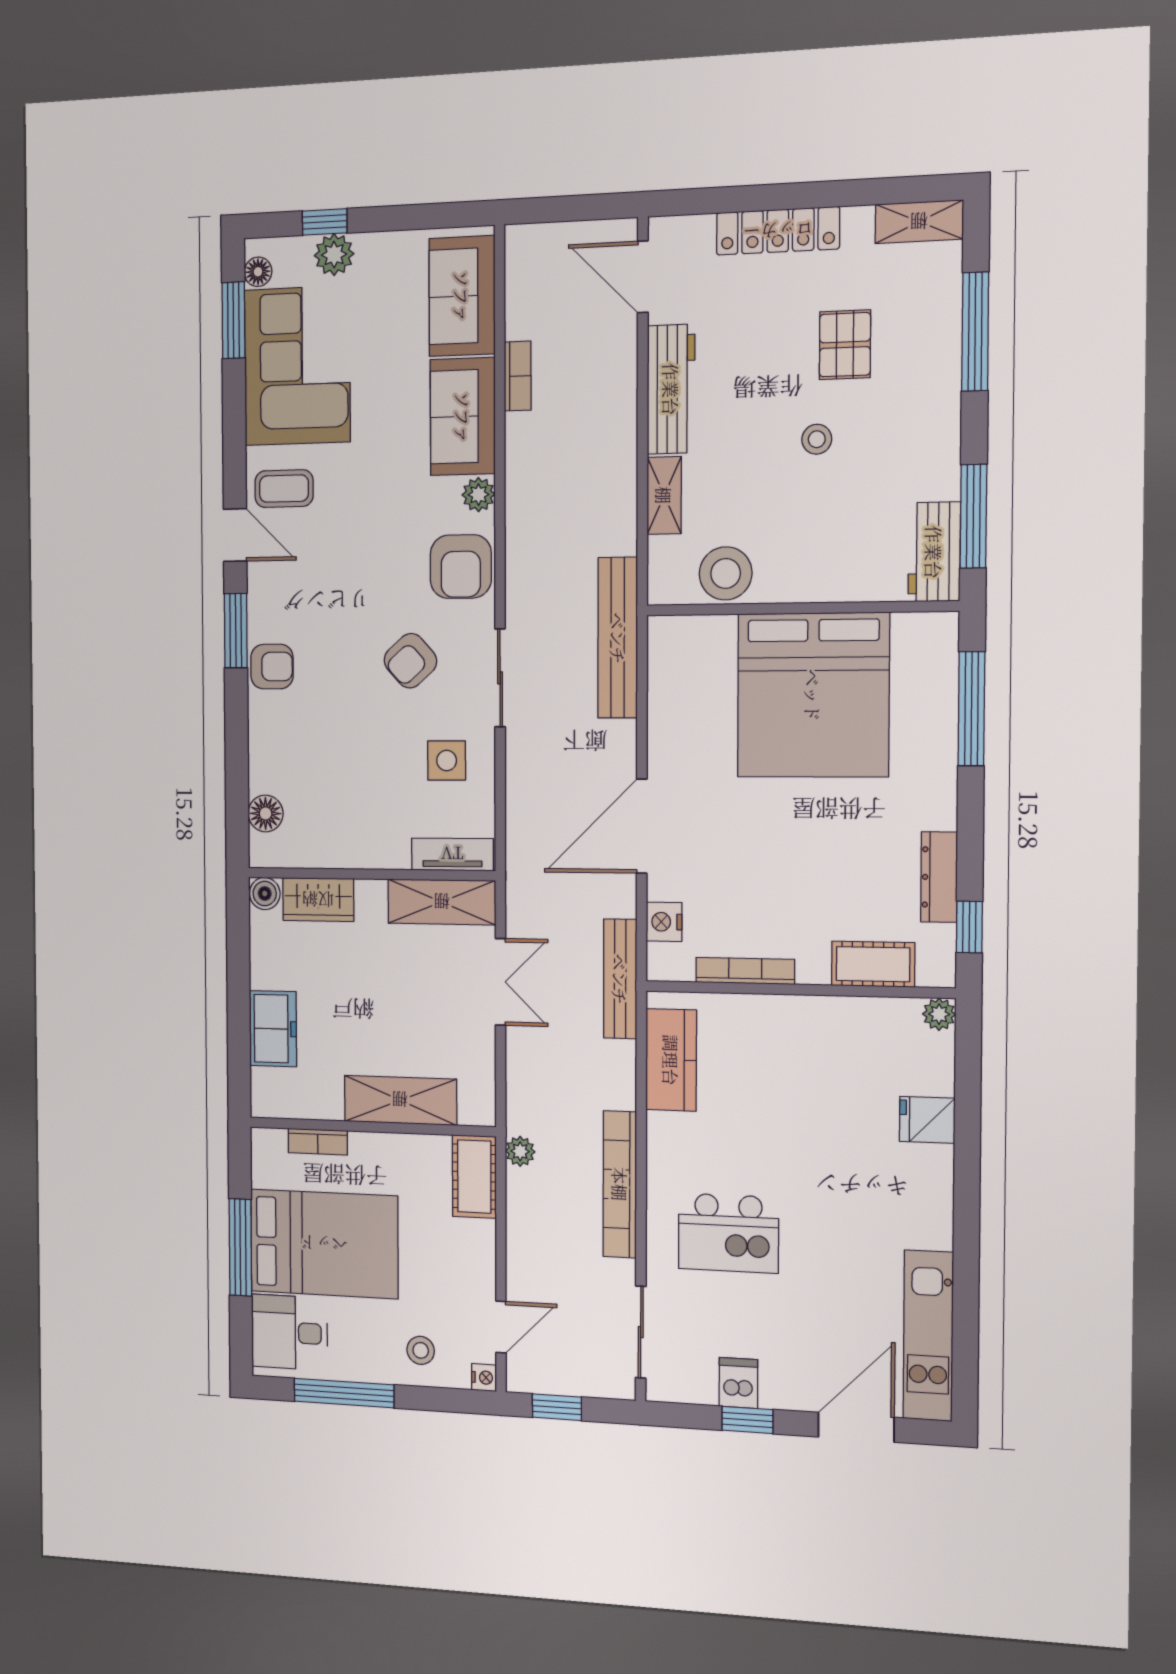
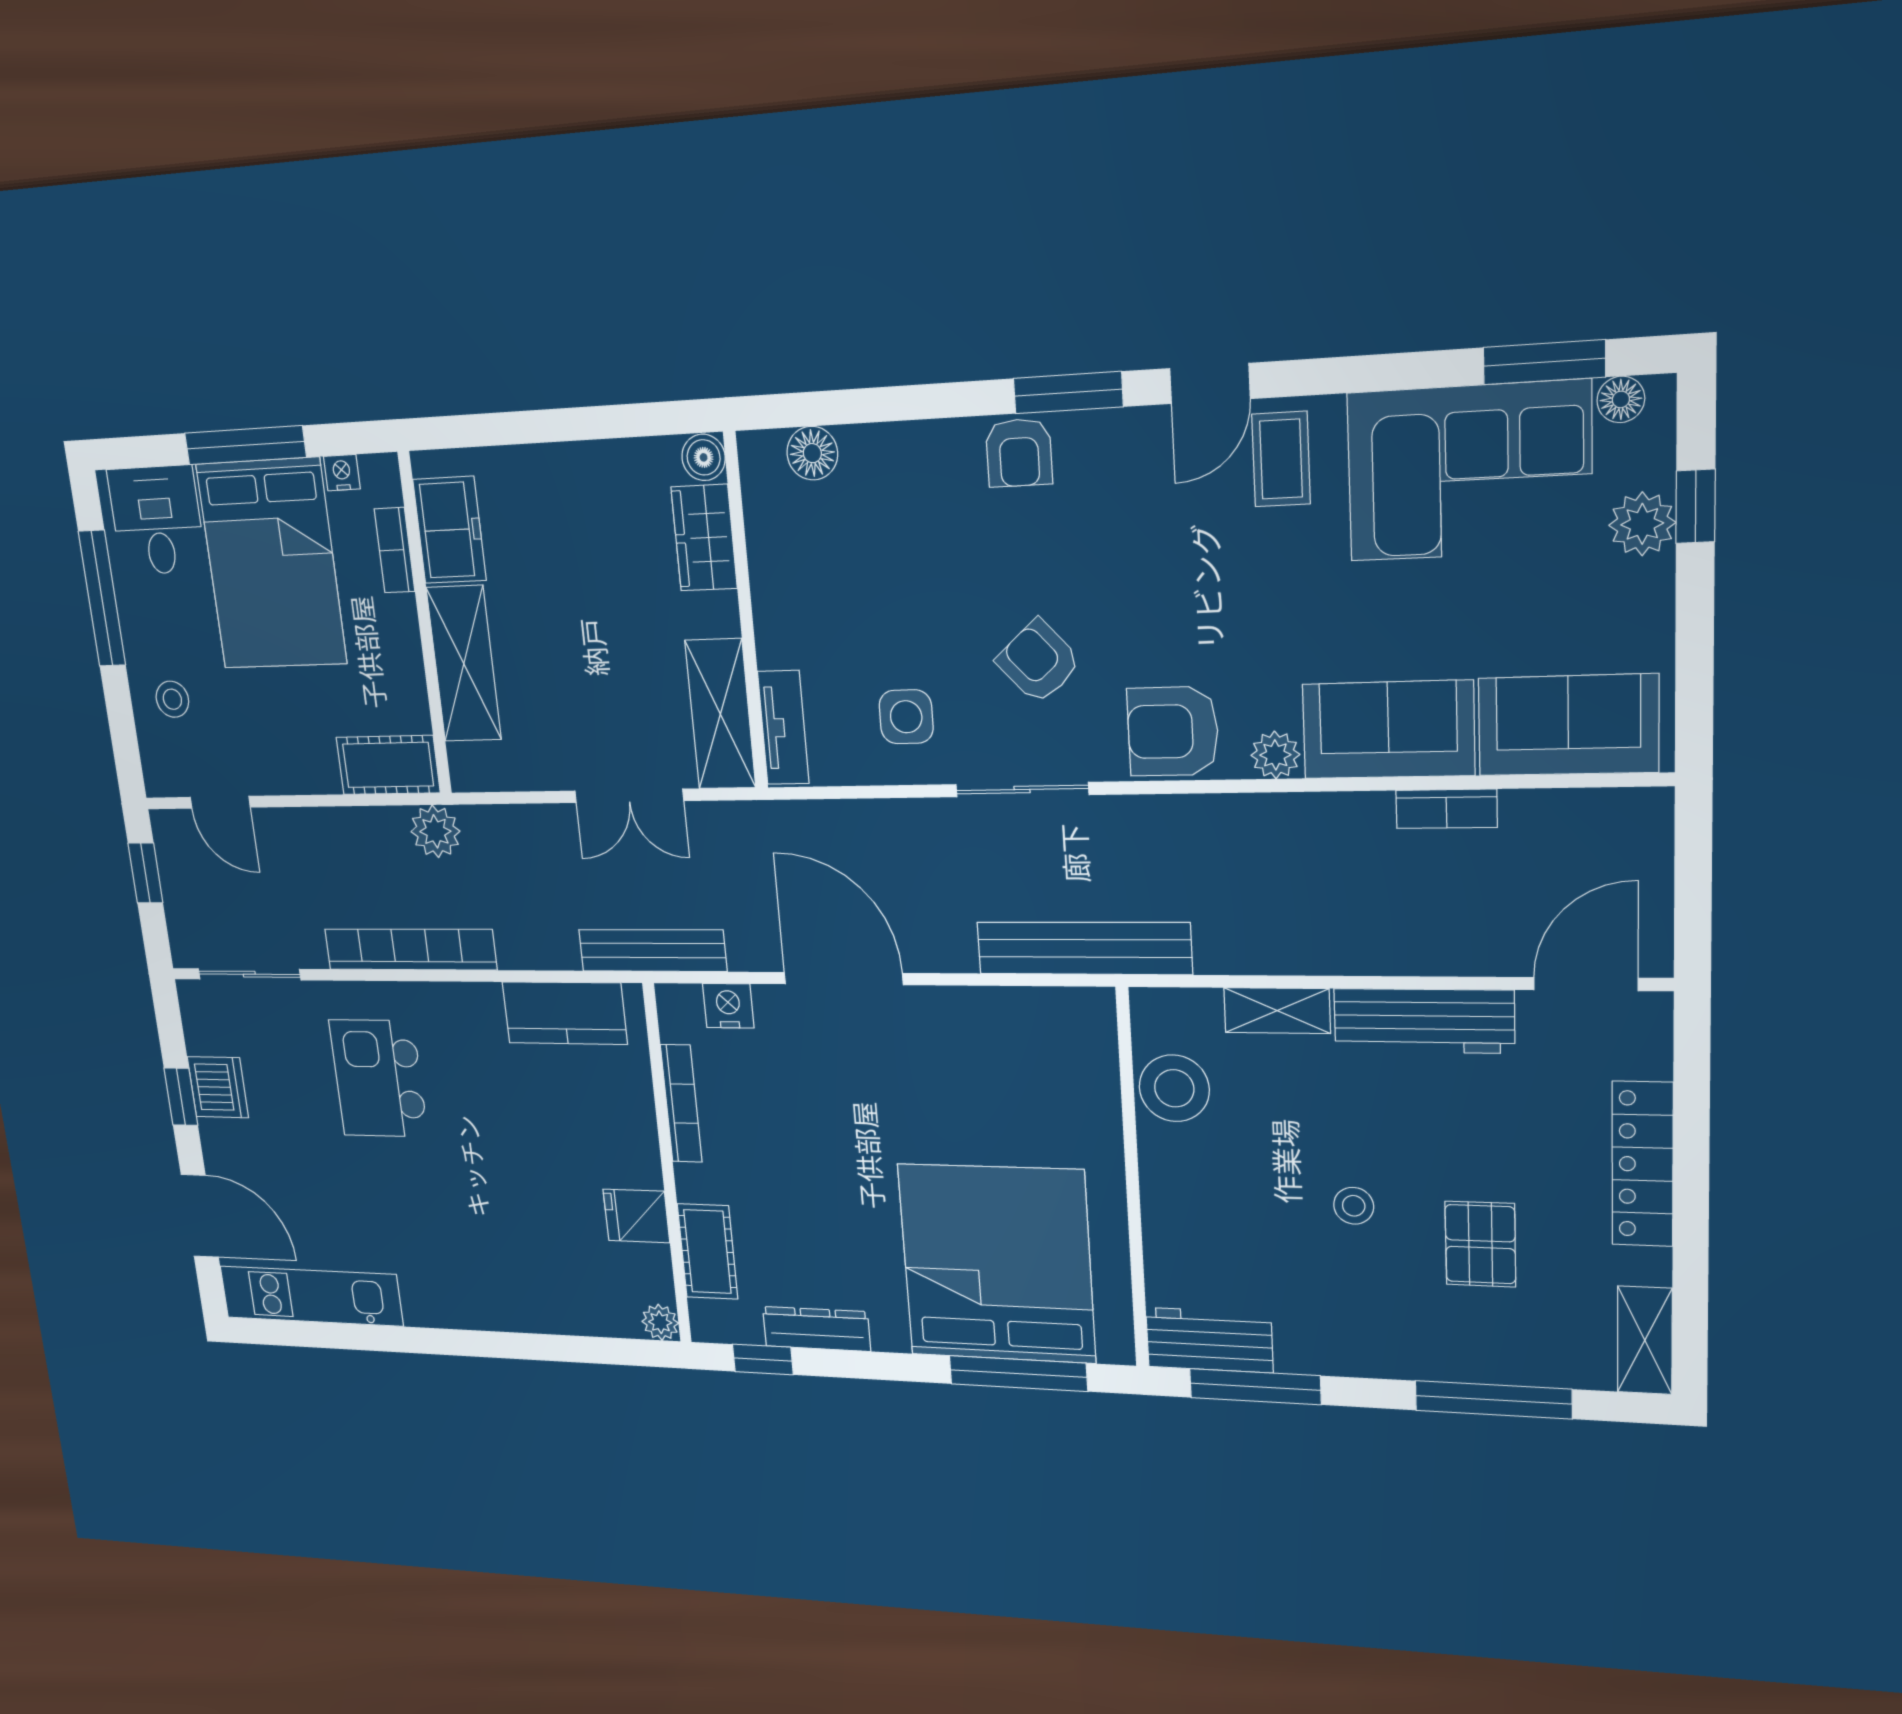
pallet: (845, 345) -> (1480, 1244), turned 90
bed: (813, 695) -> (997, 1264), moved, turned 90
freezer: (273, 1029) -> (449, 530), moved, turned -90
fridge: (927, 1120) -> (636, 1216), moved, turned -90
plant: (520, 1151) -> (435, 831), width x1.38, depth x1.38
nightstand: (484, 1378) -> (342, 473), moved, turned 180
dishwasher: (738, 1383) -> (218, 1087), width x1.38

